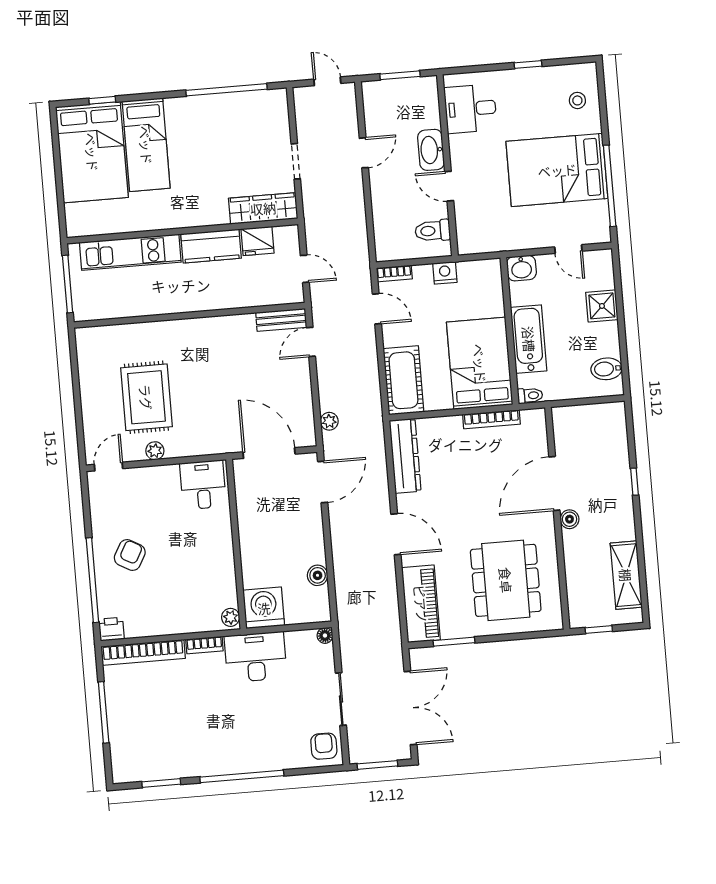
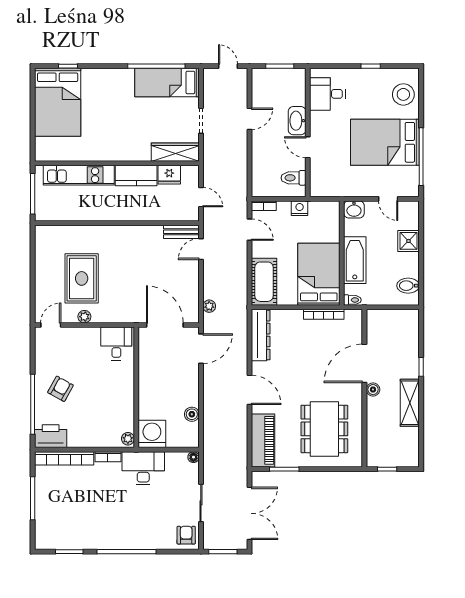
stool: (577, 100) -> (403, 94), width x1.89, depth x1.89
bed: (146, 145) -> (167, 82), moved, turned 90
shelving: (626, 575) -> (410, 403), moved
printer: (111, 629) -> (51, 436), width x1.87, depth x1.48

